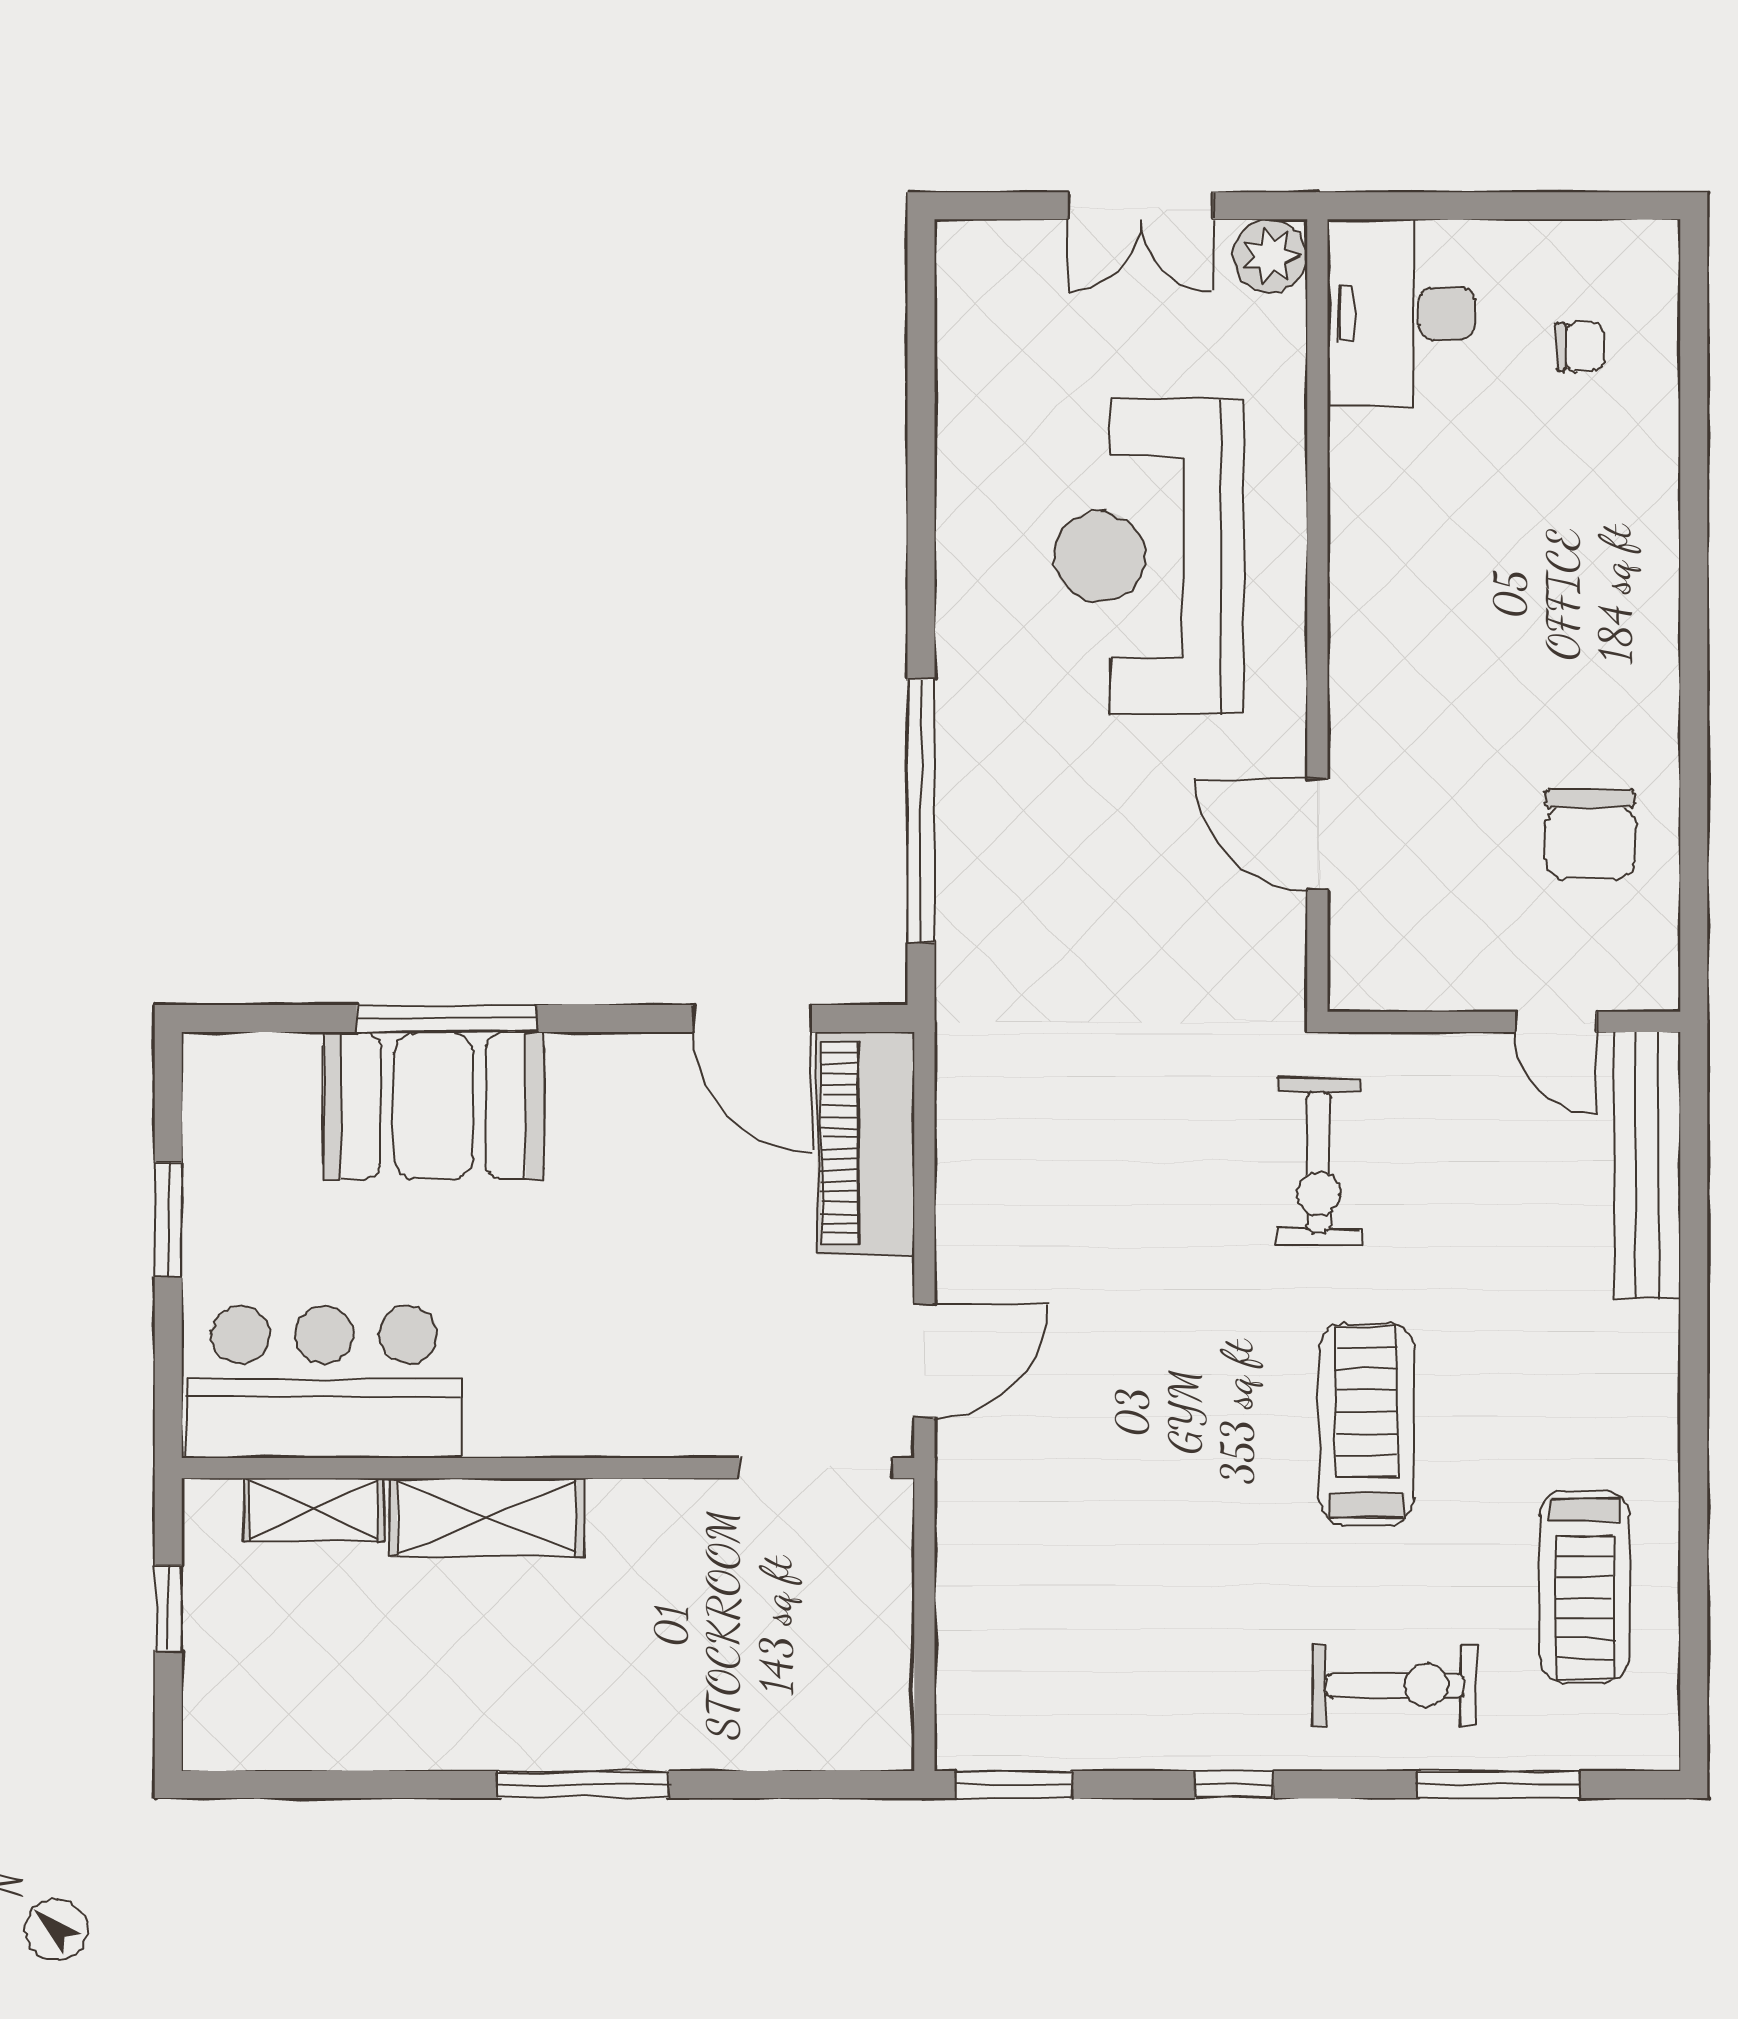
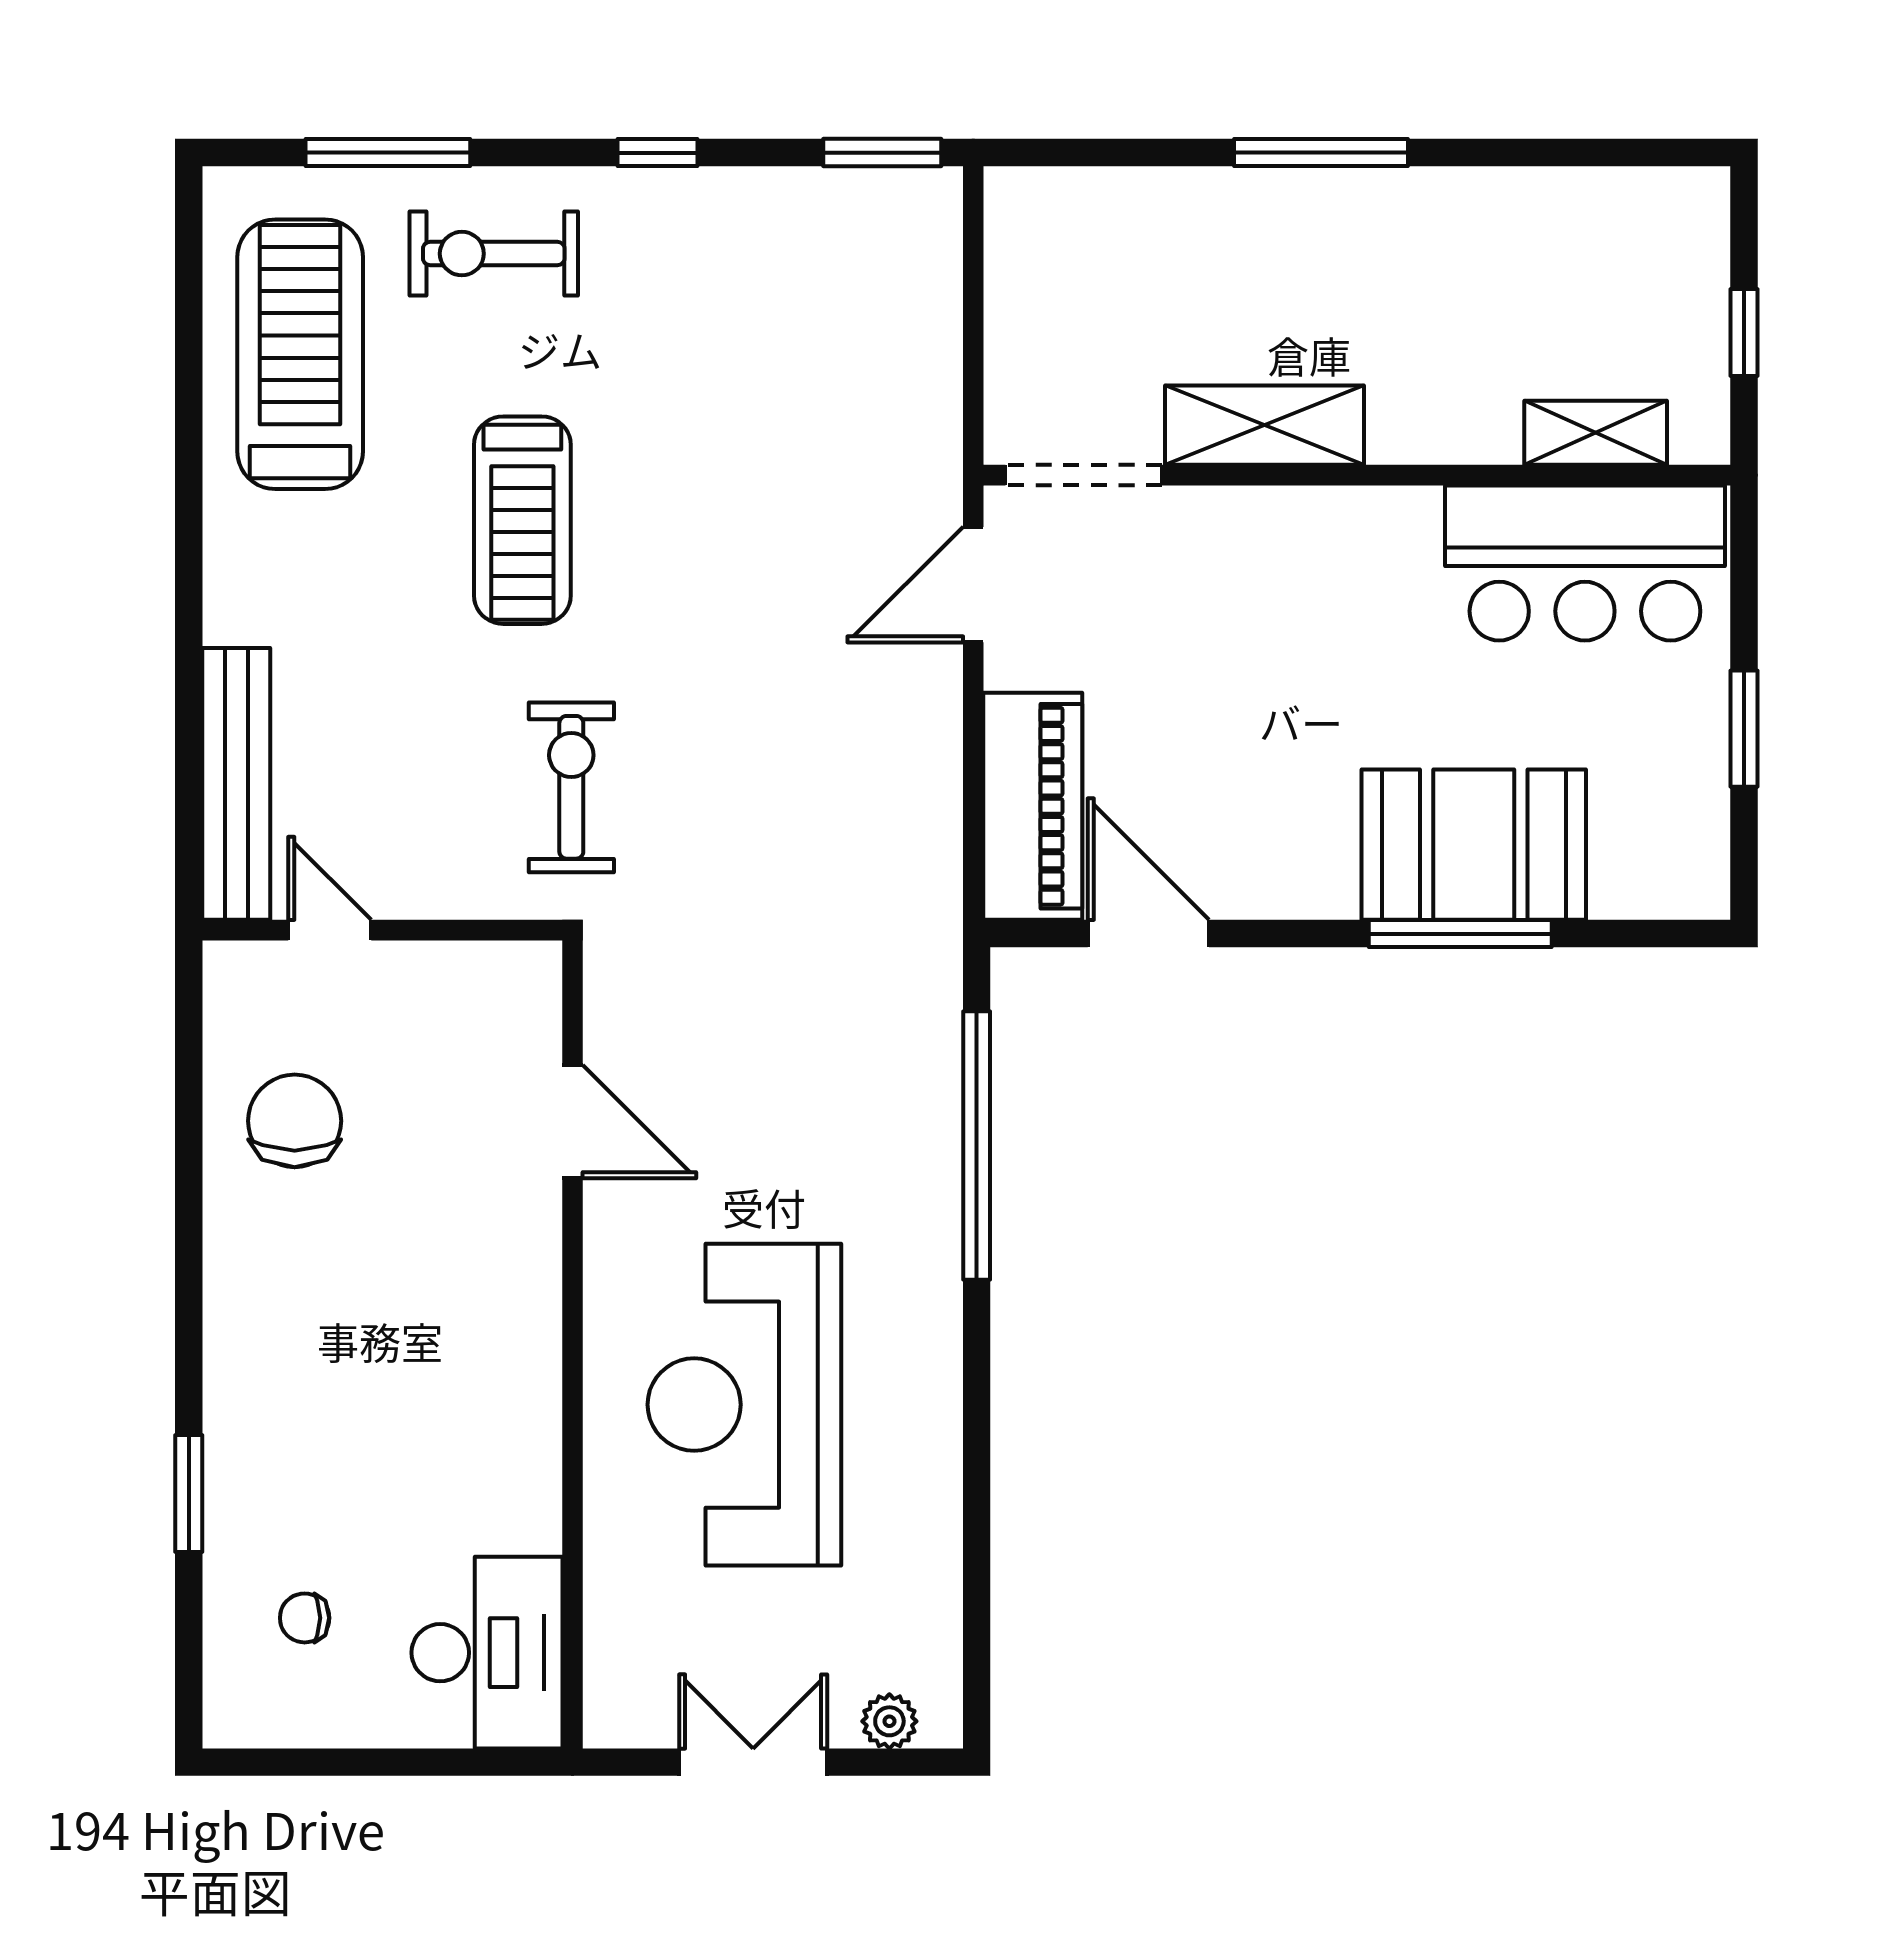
plant: (1270, 256) -> (889, 1721), moved, width x0.73, depth x0.73
window: (1694, 469) -> (189, 1494), added
reception desk: (1149, 556) -> (744, 1405), turned 180
shelving: (487, 1517) -> (1265, 425), moved
treadmill: (1585, 1587) -> (300, 354), width x1.37, depth x1.38

